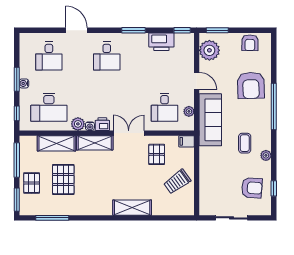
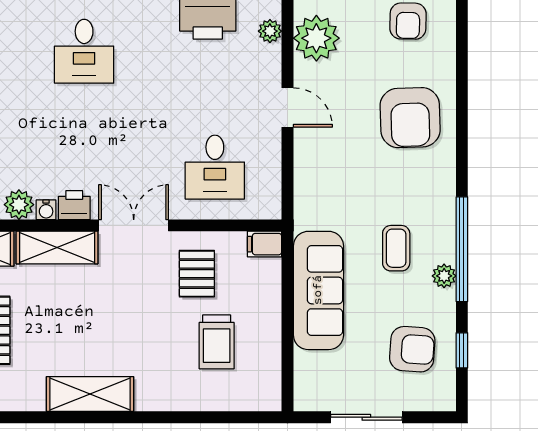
window: (274, 107) -> (462, 249), moved
plant: (189, 111) -> (270, 31), moved
sofa: (210, 120) -> (318, 290), moved
trolley: (177, 182) -> (217, 342), moved, turned -54
shelving: (132, 208) -> (90, 394), moved

